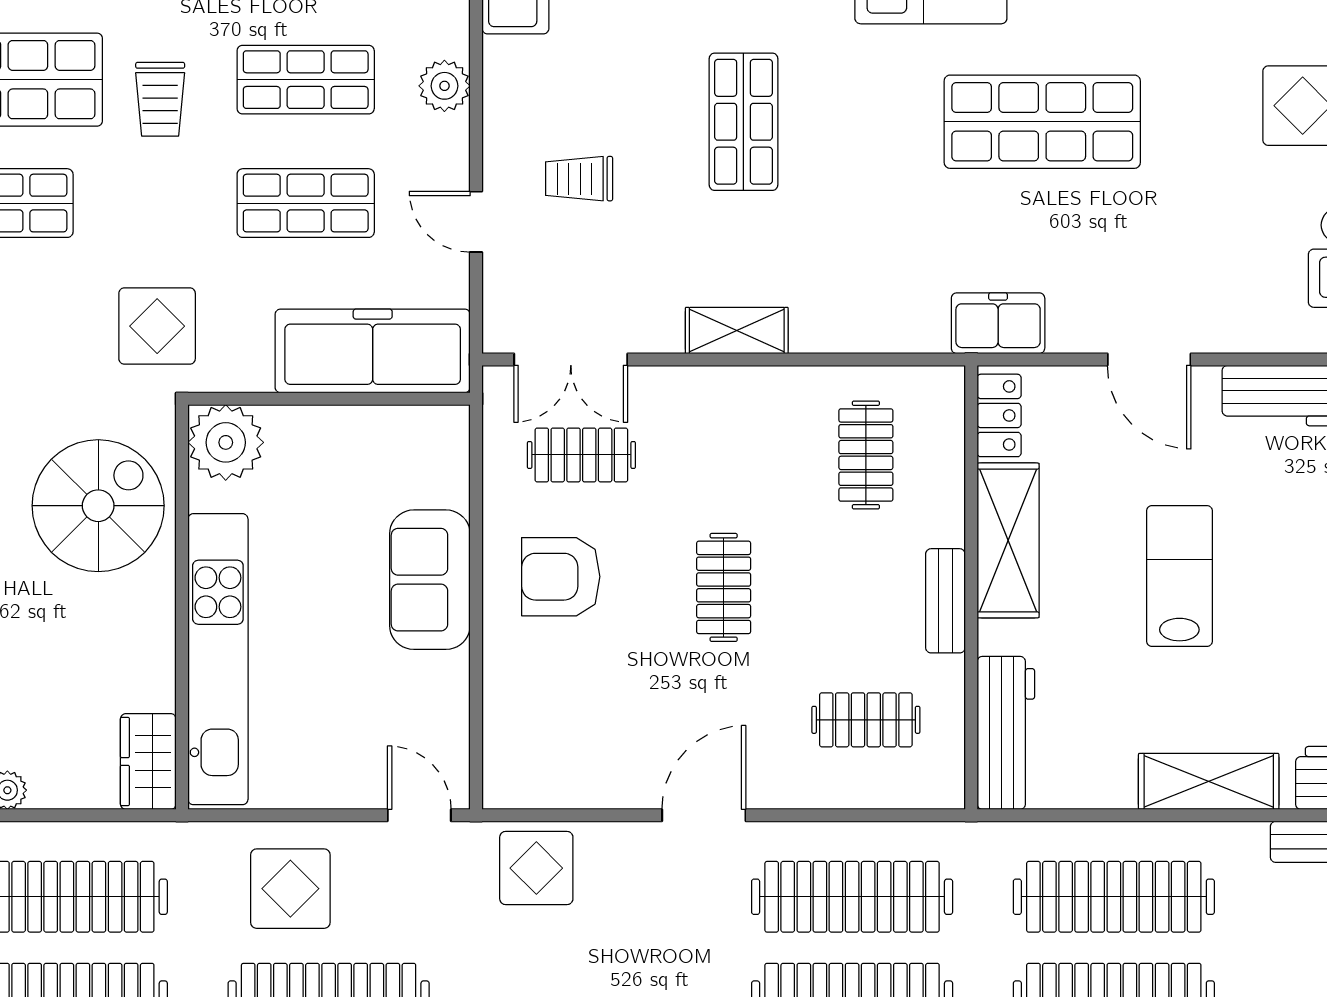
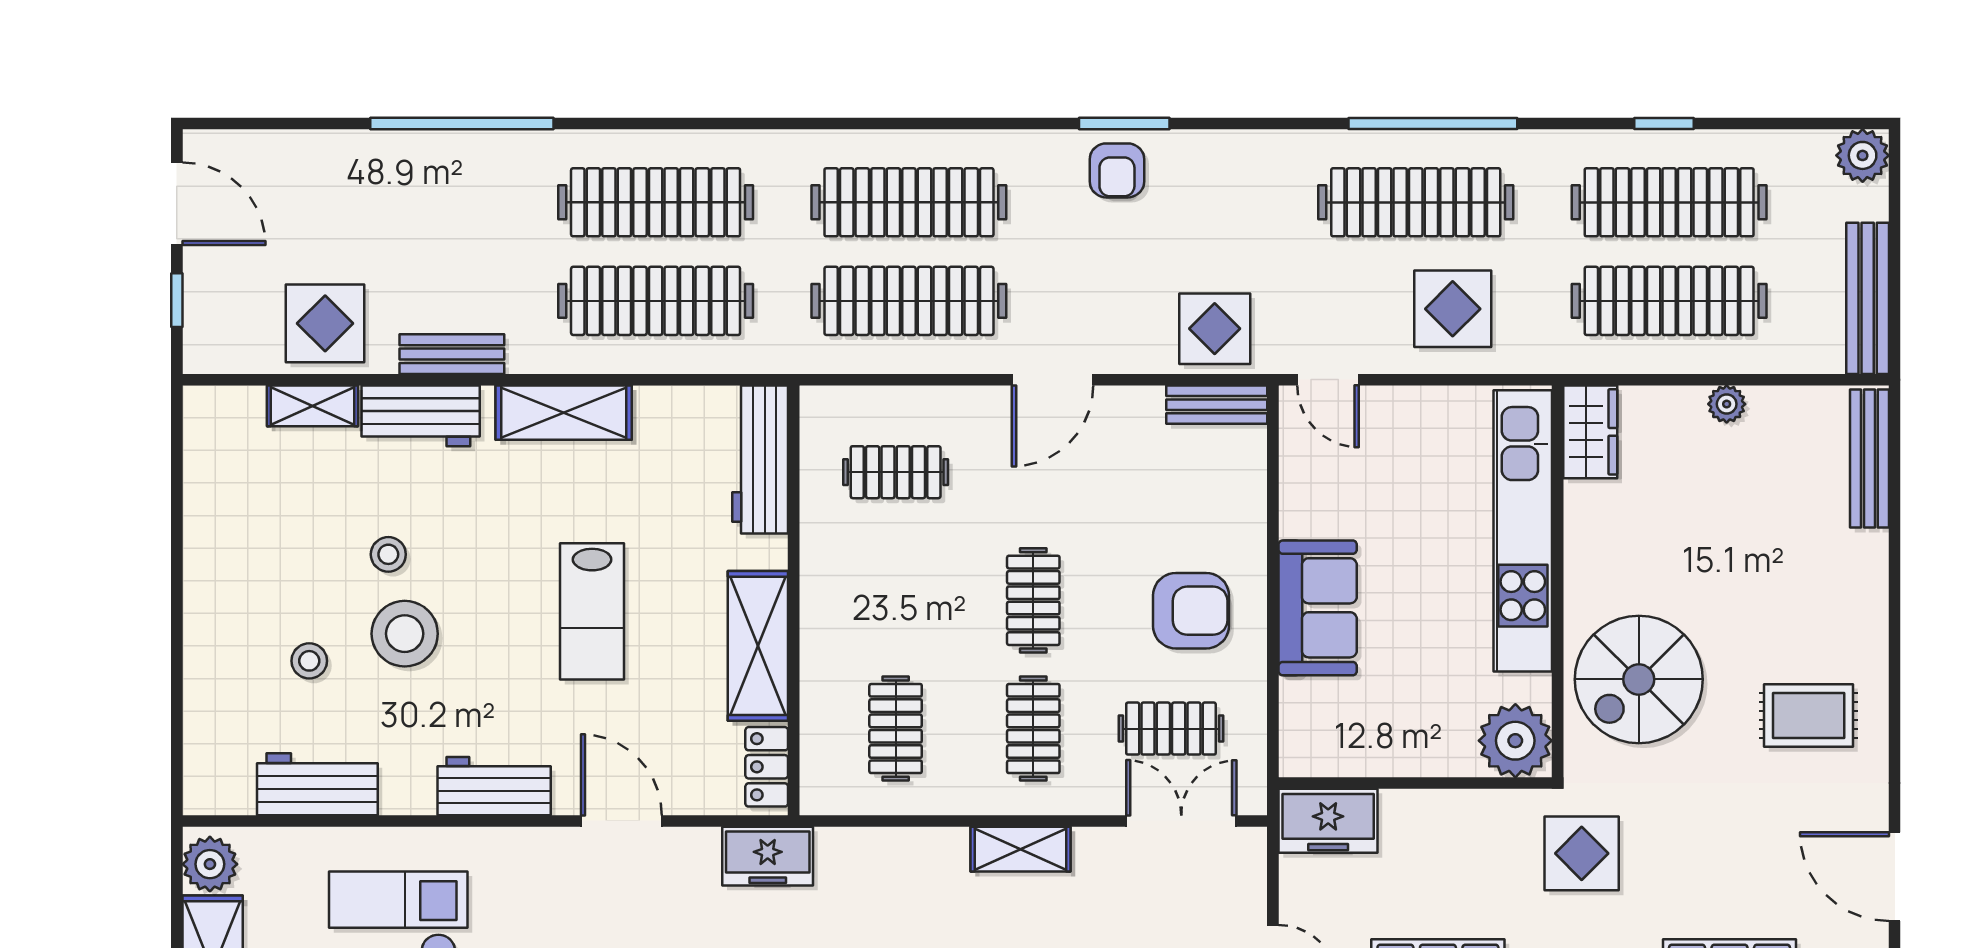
freezer: (373, 351) -> (1328, 821), width x0.52, depth x0.79
clothes rail: (724, 455) -> (1033, 729), added
bench: (945, 601) -> (1217, 405), moved, turned 90

